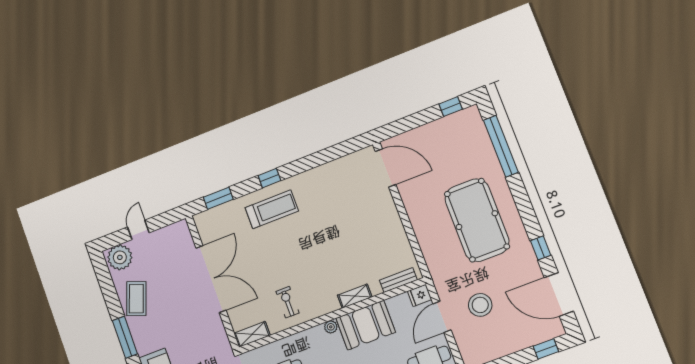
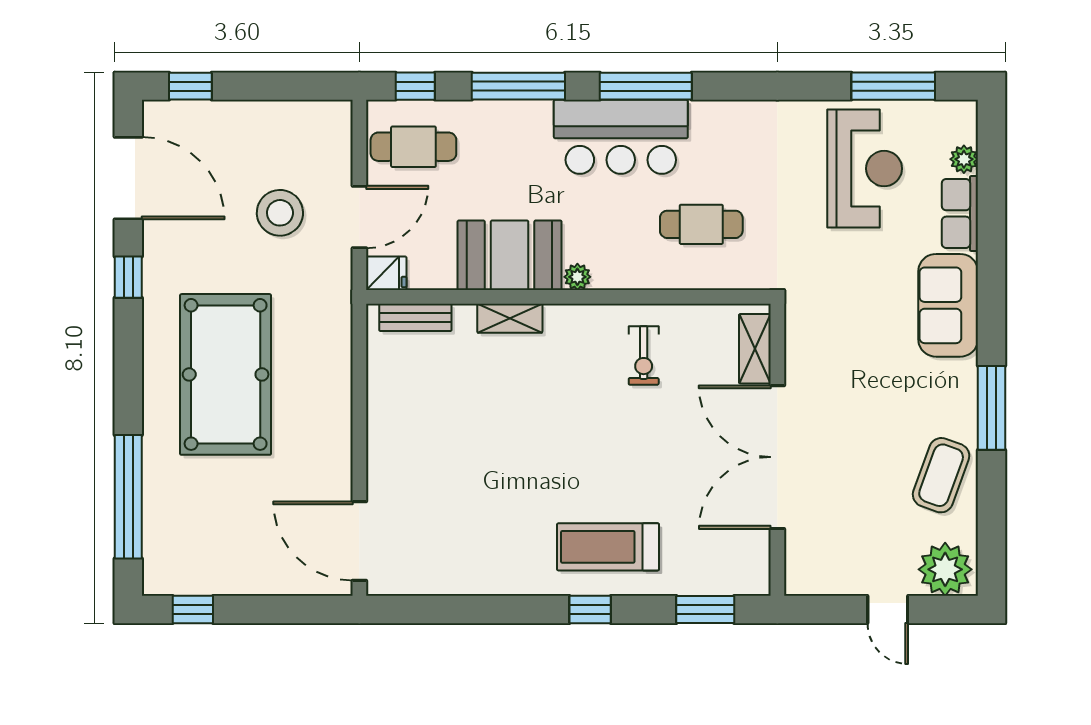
door: (138, 230) -> (888, 610), hinge flipped
shelving: (252, 334) -> (755, 349), moved, turned 90

